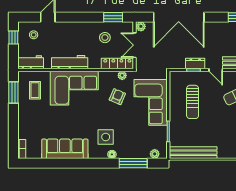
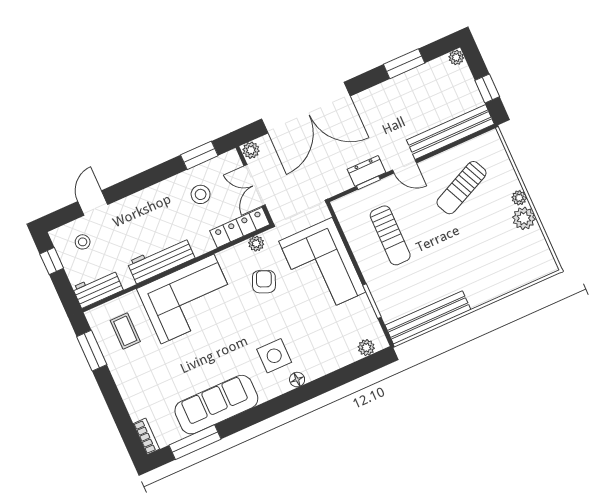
window: (133, 163) -> (195, 442), moved

